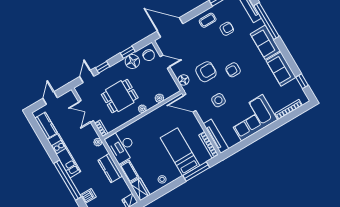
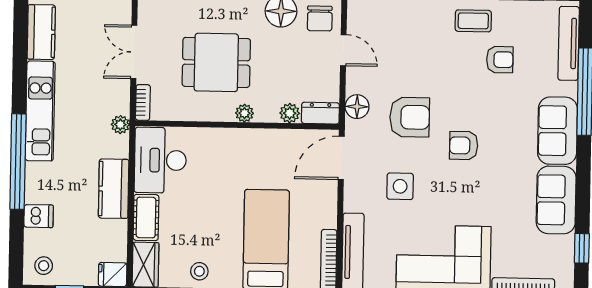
dresser: (171, 91) -> (320, 113), added
door: (189, 103) -> (341, 158), hinge flipped

